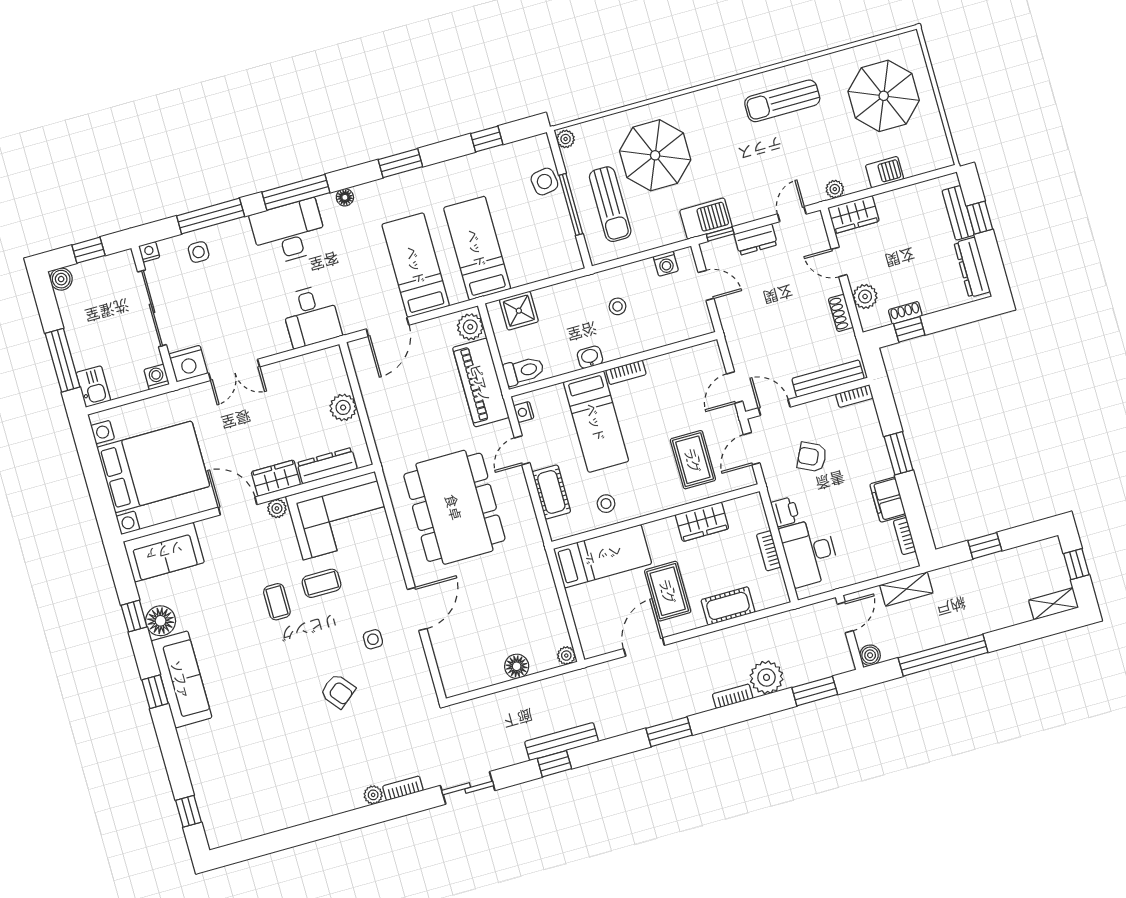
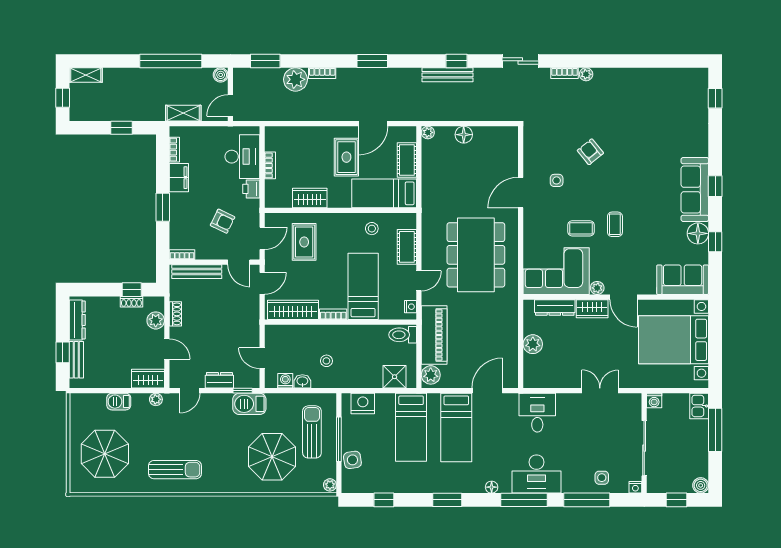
washbasin: (590, 357) -> (302, 381), moved, turned 180
wardrobe: (682, 363) -> (293, 310), added
nightstand: (188, 364) -> (363, 404), moved
cot: (728, 606) -> (407, 160), moved, turned 90

